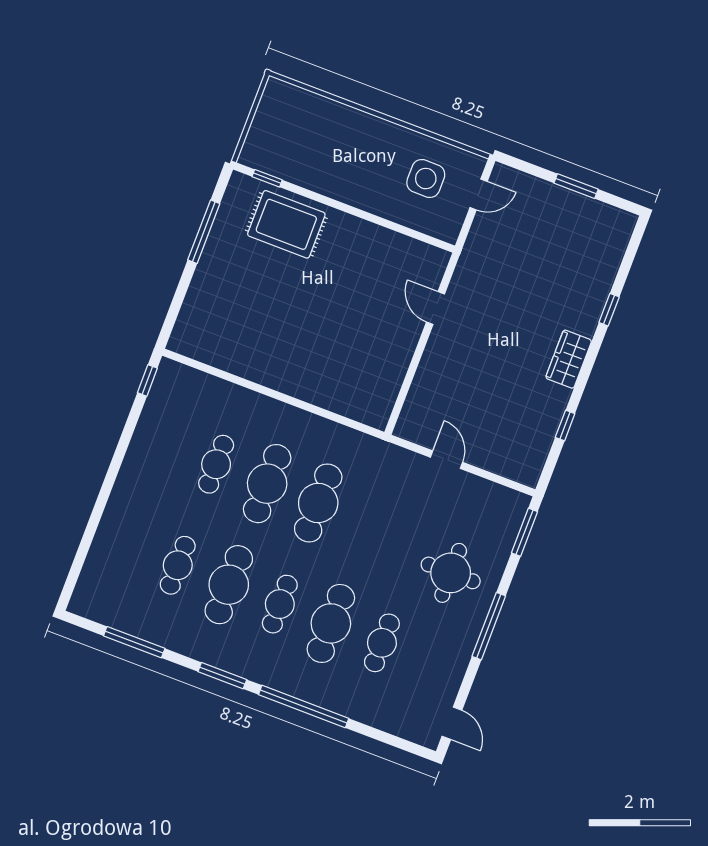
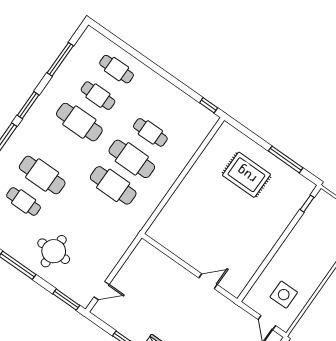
rug: (286, 224) -> (246, 175), moved, turned 90
door: (446, 460) -> (102, 291), moved
cafe table: (280, 604) -> (117, 69), moved

